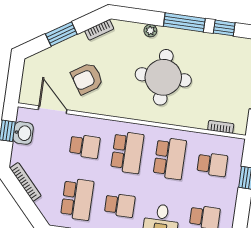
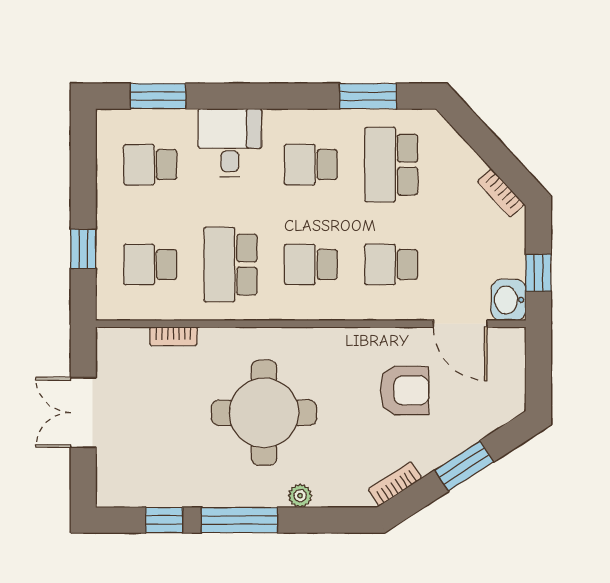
armchair: (87, 79) -> (405, 390), turned 33
bookcase: (221, 127) -> (173, 336), moved
washbasin: (23, 133) -> (508, 300), moved
school desk: (127, 152) -> (311, 264), width x0.54
bookcase: (25, 182) -> (501, 193), width x0.64

